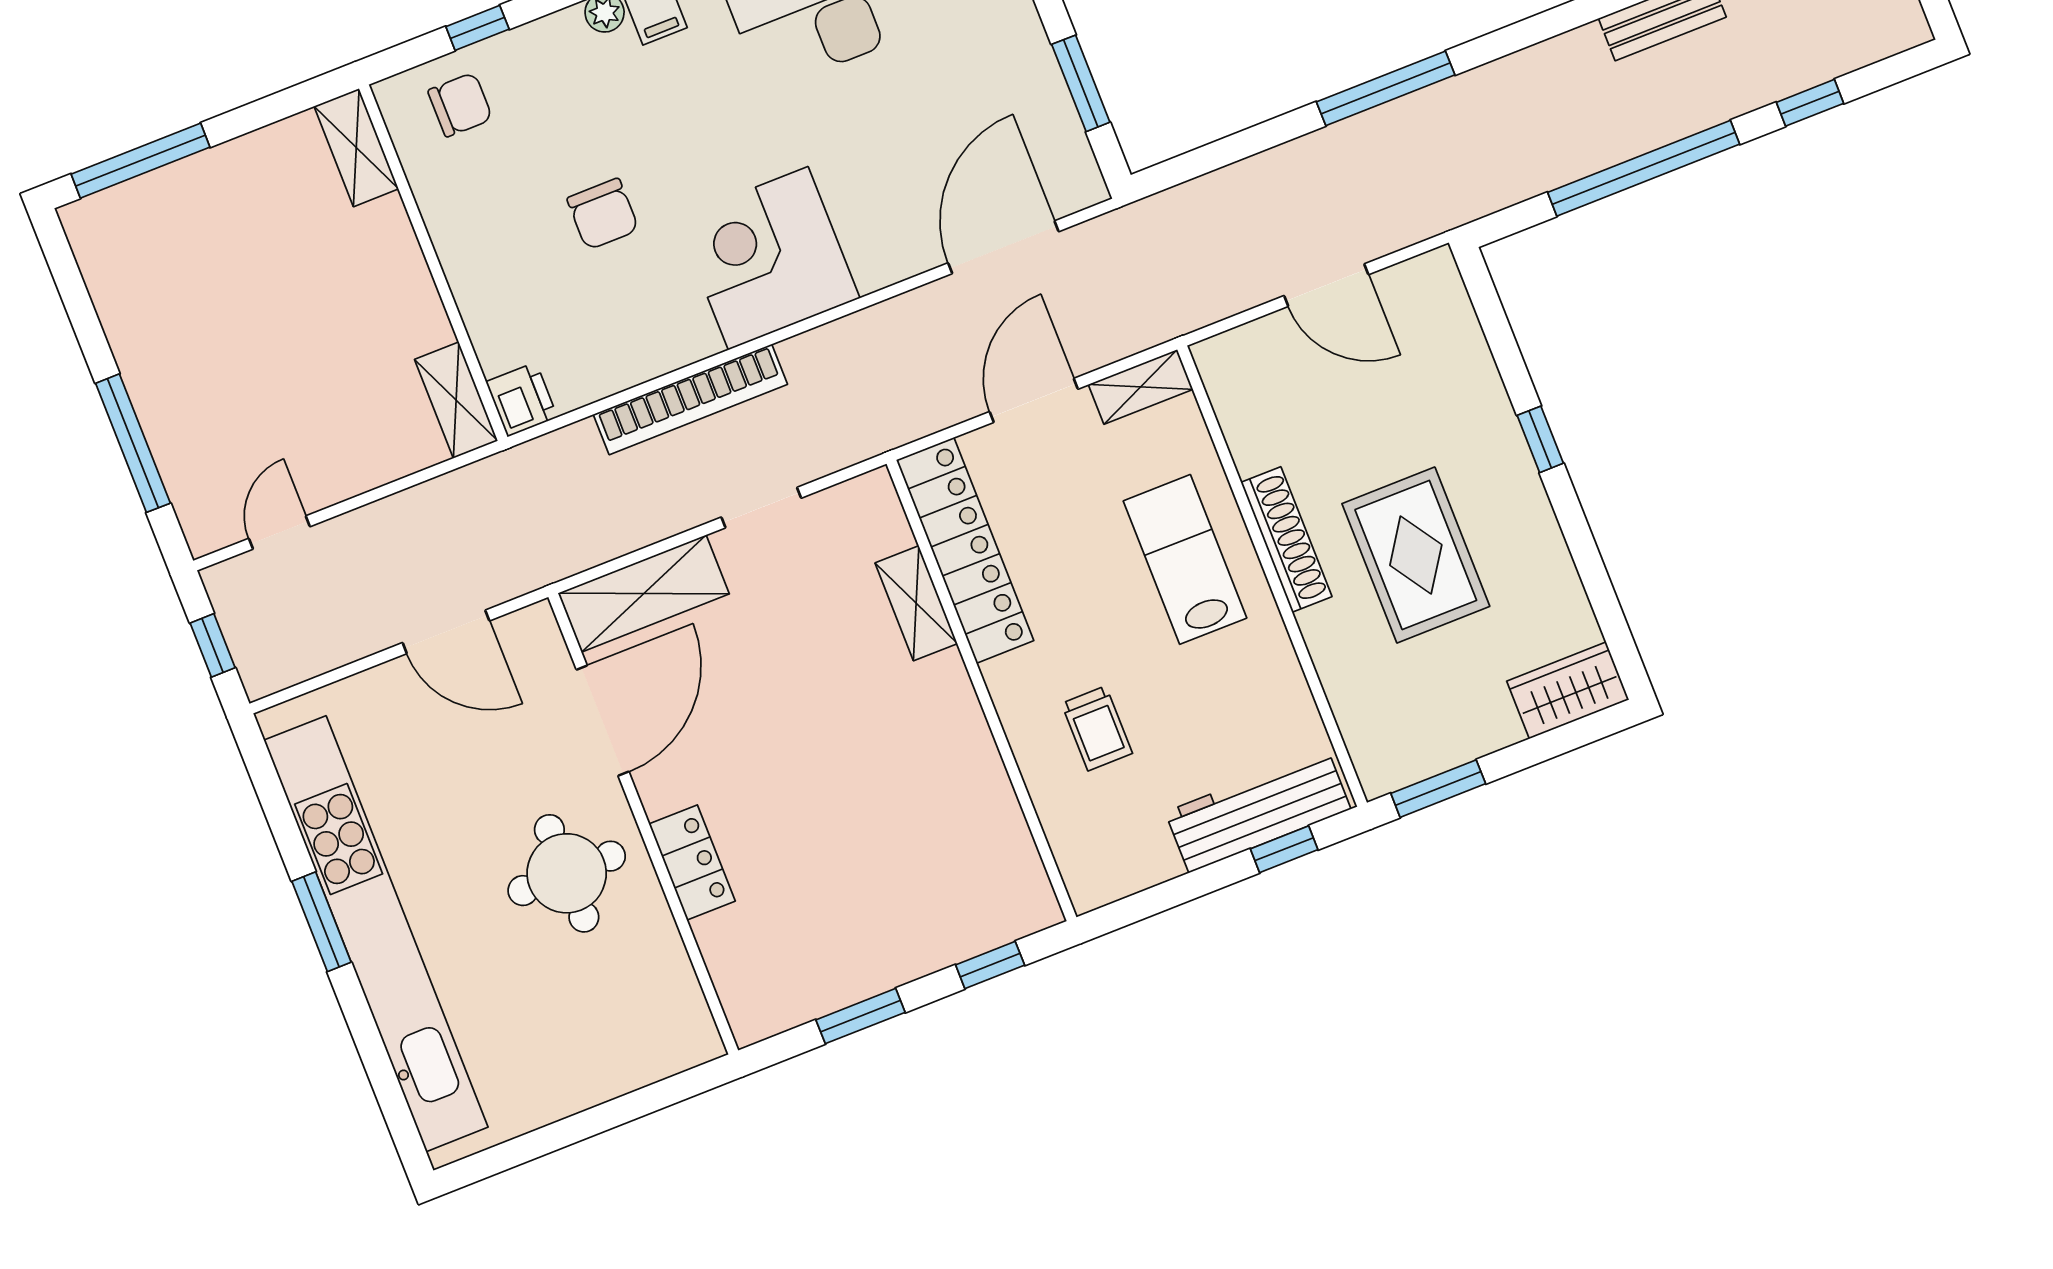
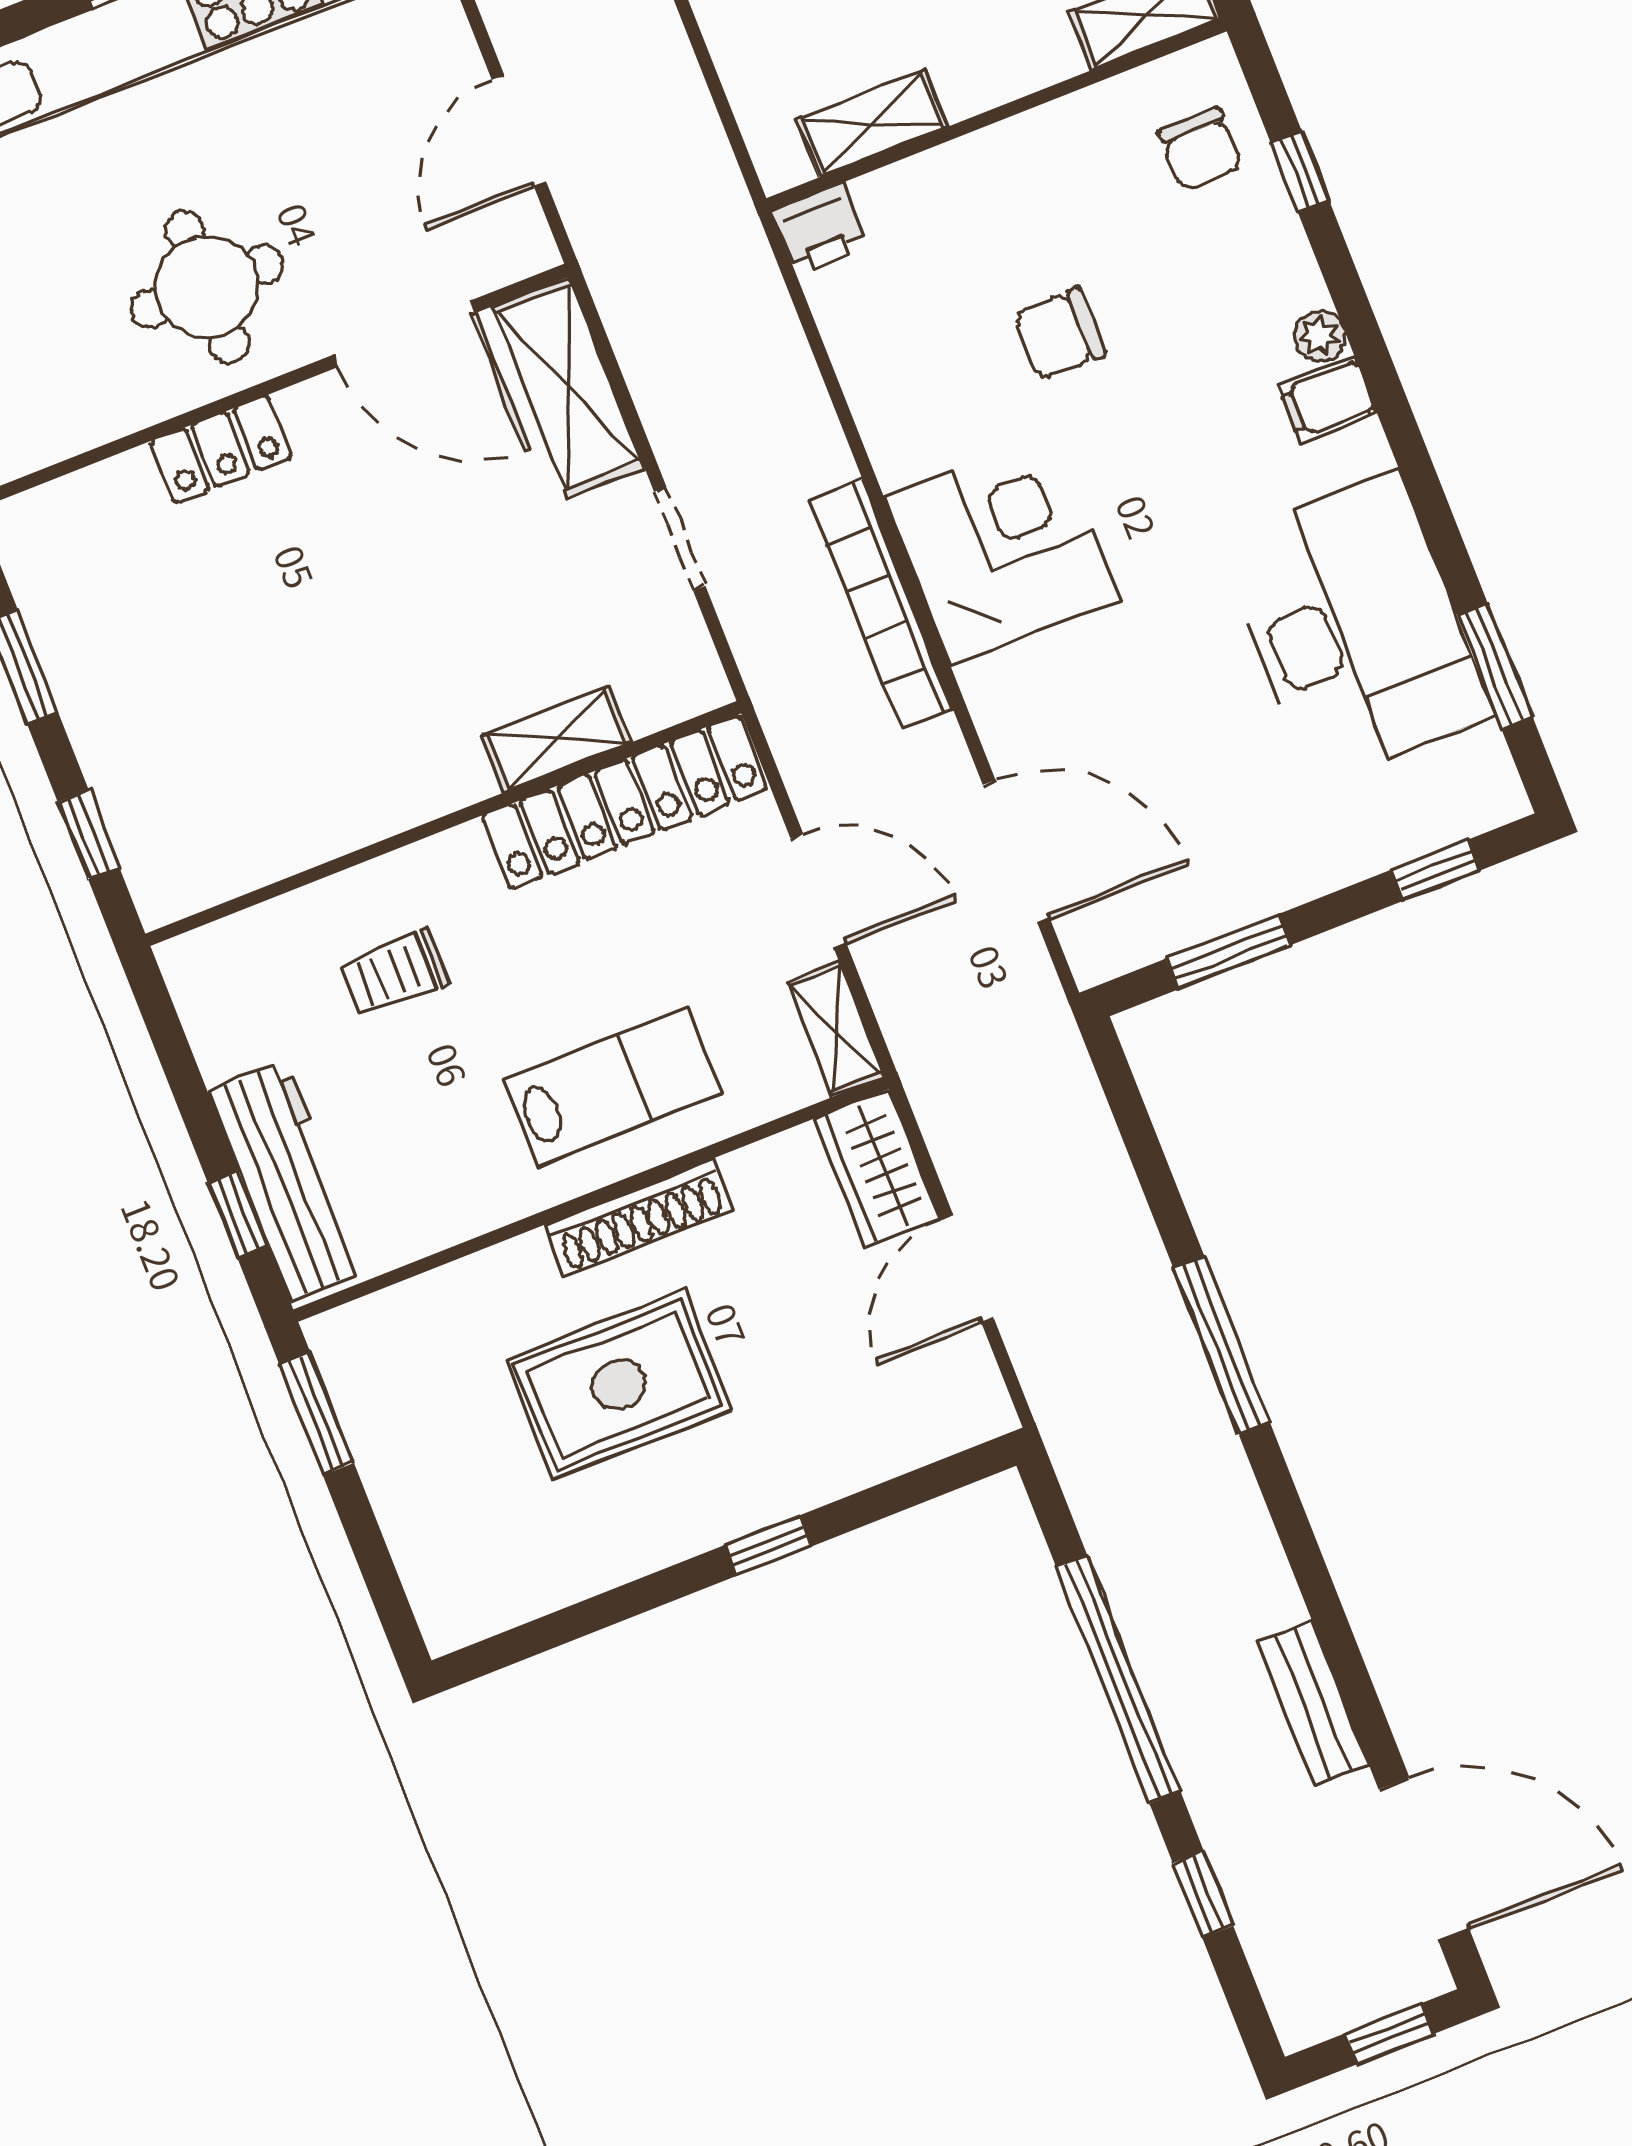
bookcase: (690, 399) -> (882, 604), moved
shelving: (456, 400) -> (872, 123), moved
wardrobe: (1568, 690) -> (877, 1168), moved, turned 180

